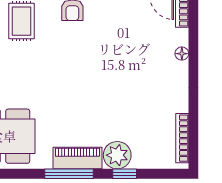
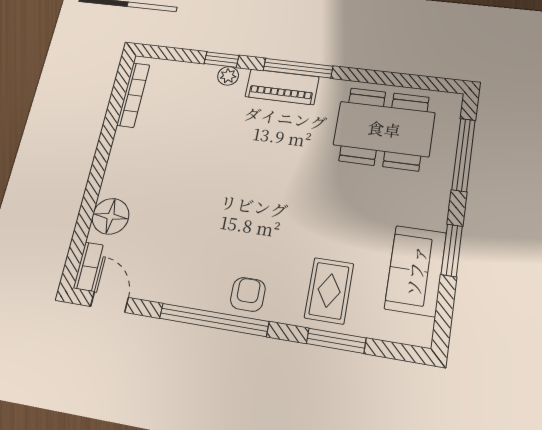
floor lamp: (182, 54) -> (111, 216), width x1.89, depth x1.89
plant: (117, 155) -> (228, 76), width x0.53, depth x0.53

